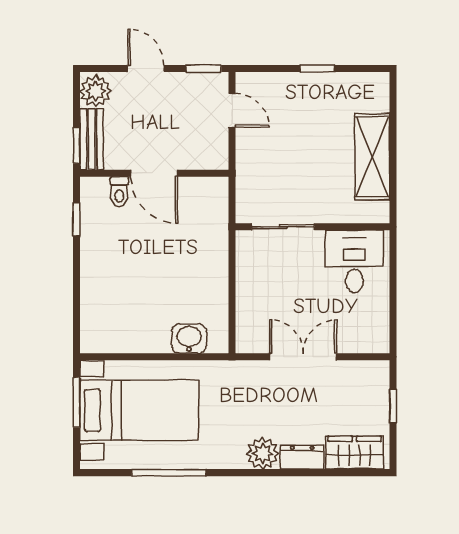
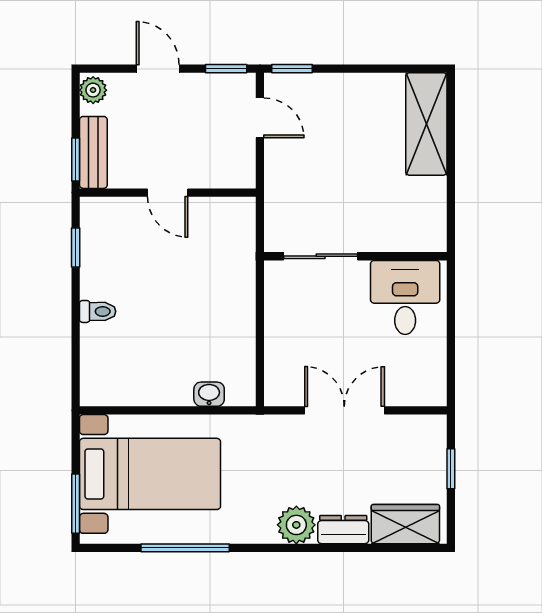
window: (317, 69) -> (292, 69), moved
plant: (96, 91) -> (93, 90), width x0.73, depth x0.73
shelving: (372, 157) -> (426, 124), moved
door: (154, 173) -> (168, 193), width x0.73
toilet: (119, 192) -> (98, 311), moved, turned -90
washbasin: (189, 338) -> (209, 394), width x0.72, depth x0.69
window: (77, 402) -> (76, 504), moved

